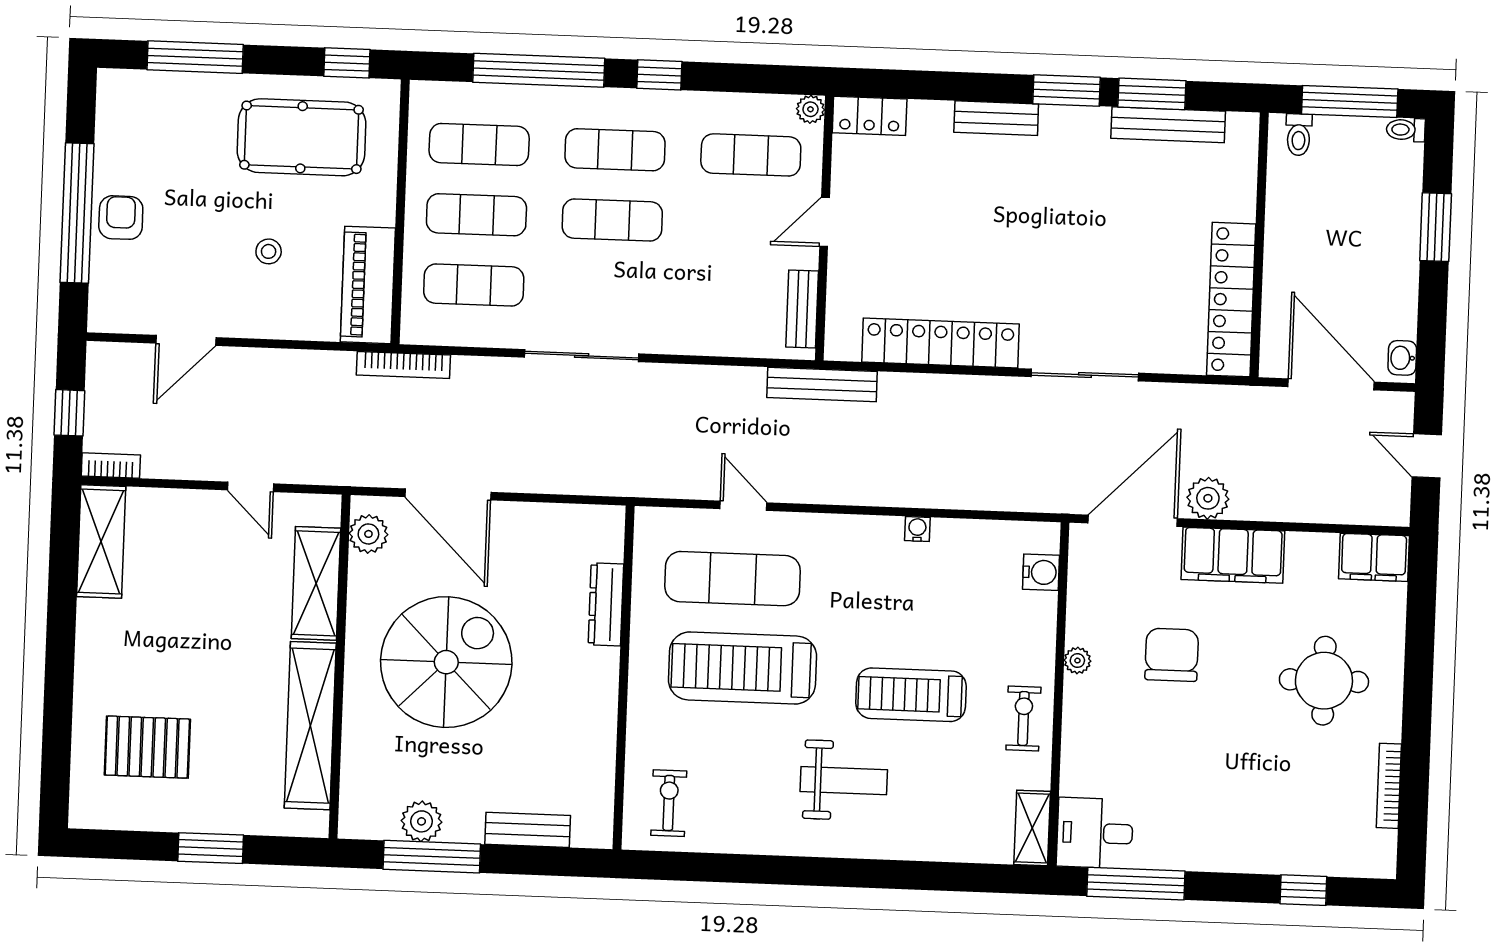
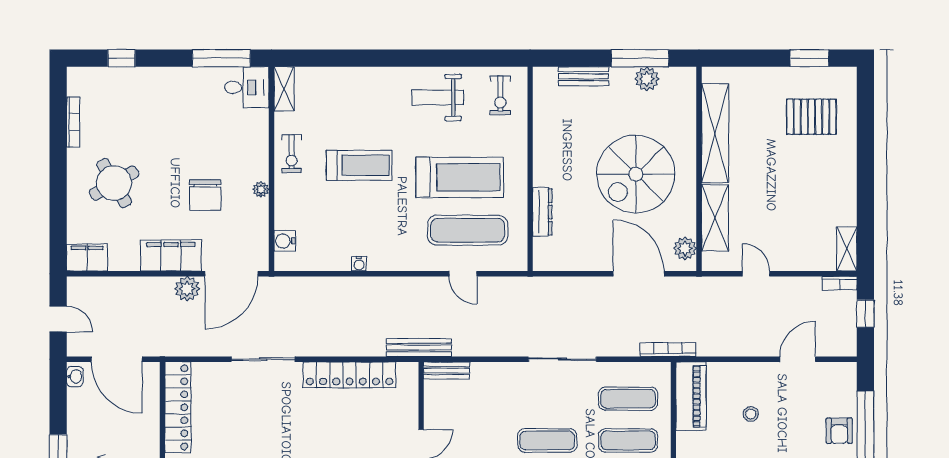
bench: (802, 309) -> (447, 371), moved, turned 90
shelving: (101, 541) -> (847, 249), width x0.67, depth x0.75
round table: (1324, 681) -> (114, 183), turned -30
weight bench: (844, 781) -> (438, 97), moved
window: (211, 848) -> (809, 58), moved

